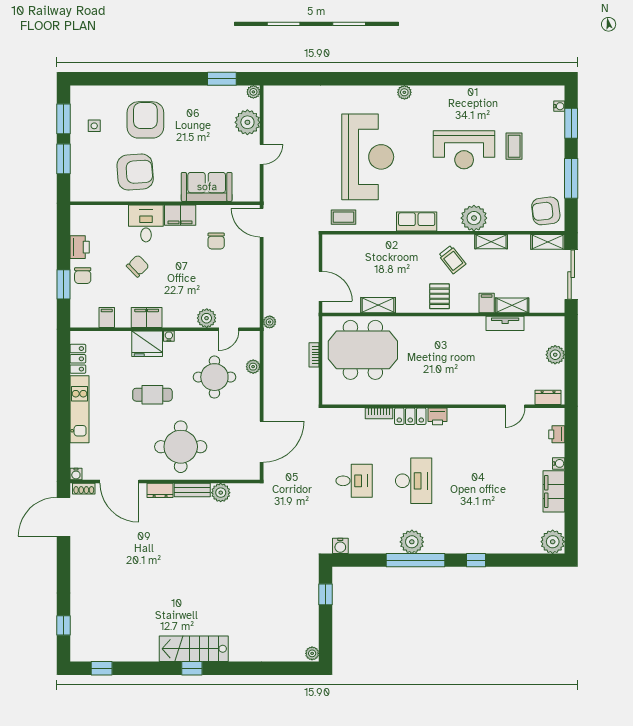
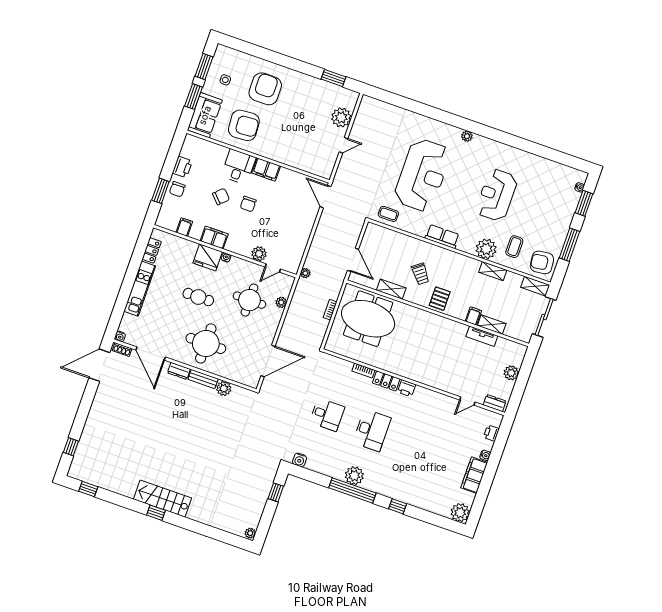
plant: (253, 92) -> (354, 96), removed
coffee table: (514, 146) -> (514, 247), moved
reception desk: (464, 150) -> (497, 195), turned 90
sofa: (207, 187) -> (205, 115), moved, turned 90
chair: (216, 241) -> (248, 204), moved
trolley: (452, 260) -> (420, 274), moved

